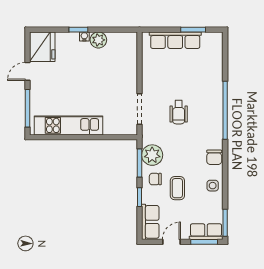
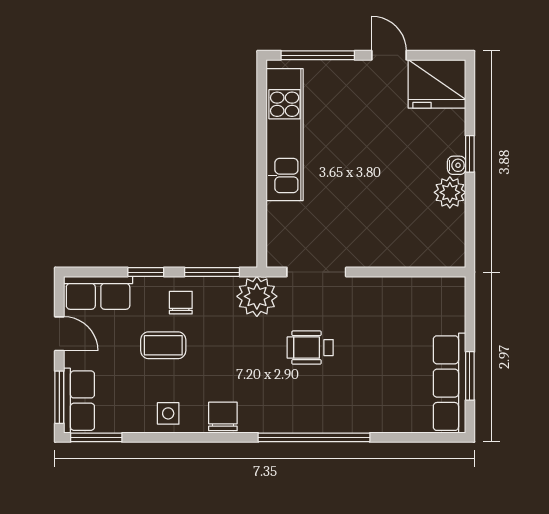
row of seats: (175, 40) -> (449, 383), moved
plant: (152, 155) -> (257, 296), moved
chair: (214, 157) -> (223, 416), turned 90

